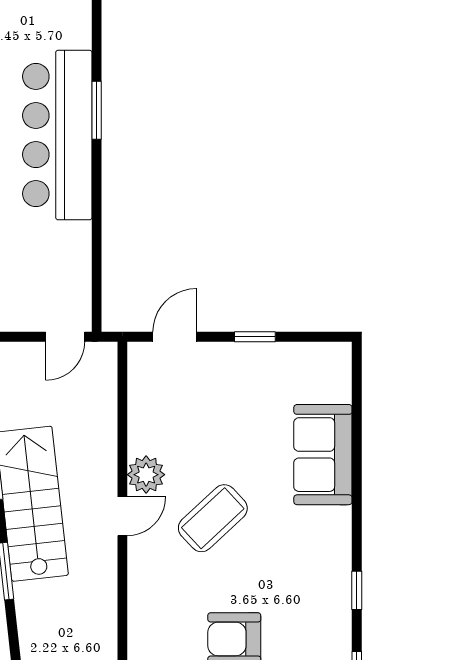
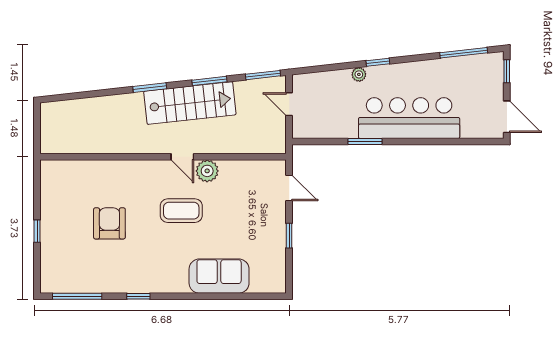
window: (97, 110) -> (365, 142), moved
door: (65, 337) -> (289, 104), moved
coffee table: (213, 518) -> (181, 211), turned -47

